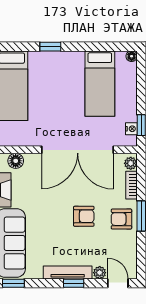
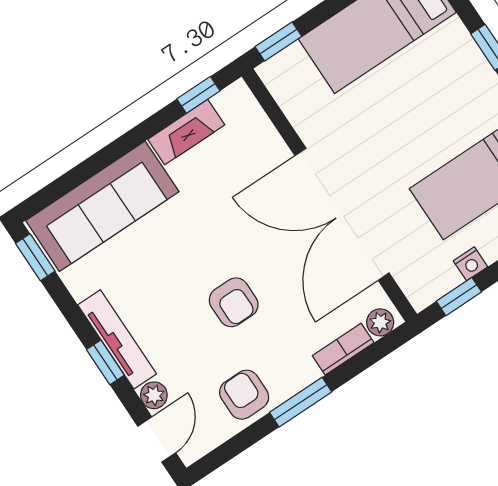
nightstand: (131, 129) -> (471, 264), moved
floor lamp: (16, 161) -> (251, 119), removed
armchair: (121, 219) -> (244, 395), moved

